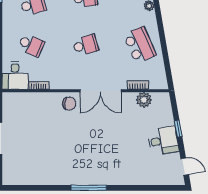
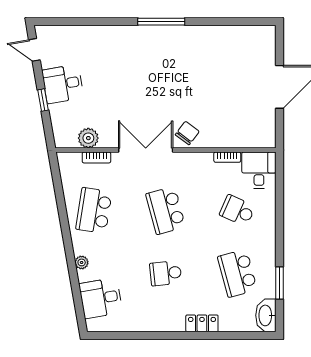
school desk: (86, 45) -> (166, 210), width x1.85
school desk: (140, 45) -> (94, 210), turned 33
chair: (69, 104) -> (187, 133), turned 124

